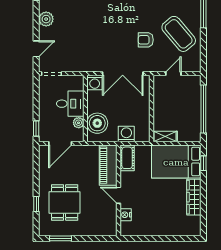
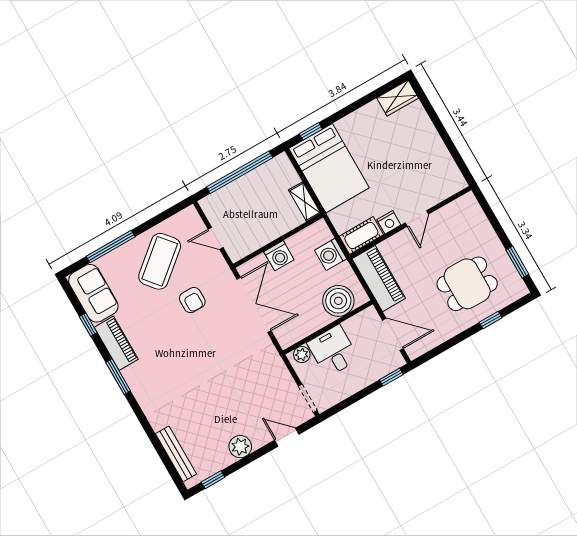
washing machine: (95, 82) -> (279, 256), moved, turned 90
plant: (79, 123) -> (302, 355), moved
piano: (108, 165) -> (379, 278), moved, turned -90
wardrobe: (194, 197) -> (398, 98), moved, width x0.67
nightstand: (126, 215) -> (389, 222), moved

